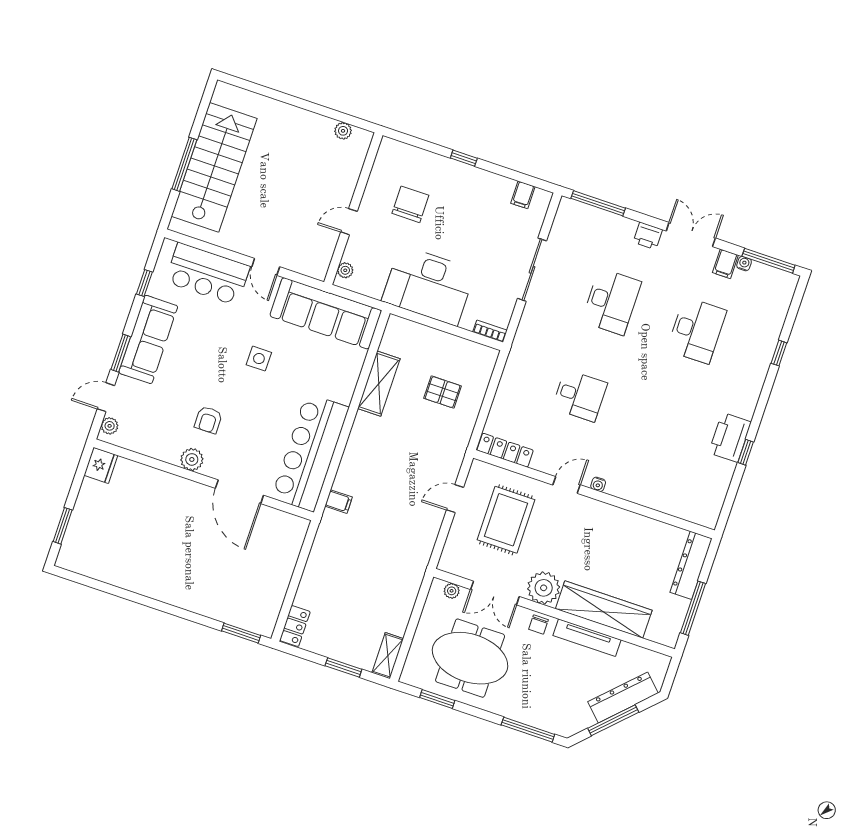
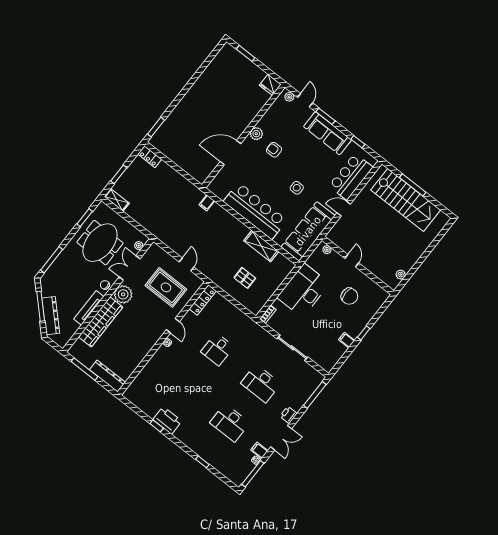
filing cabinet: (523, 195) -> (347, 340), moved
pallet: (443, 392) -> (245, 278), turned 90
bar counter: (310, 453) -> (255, 211), moved

